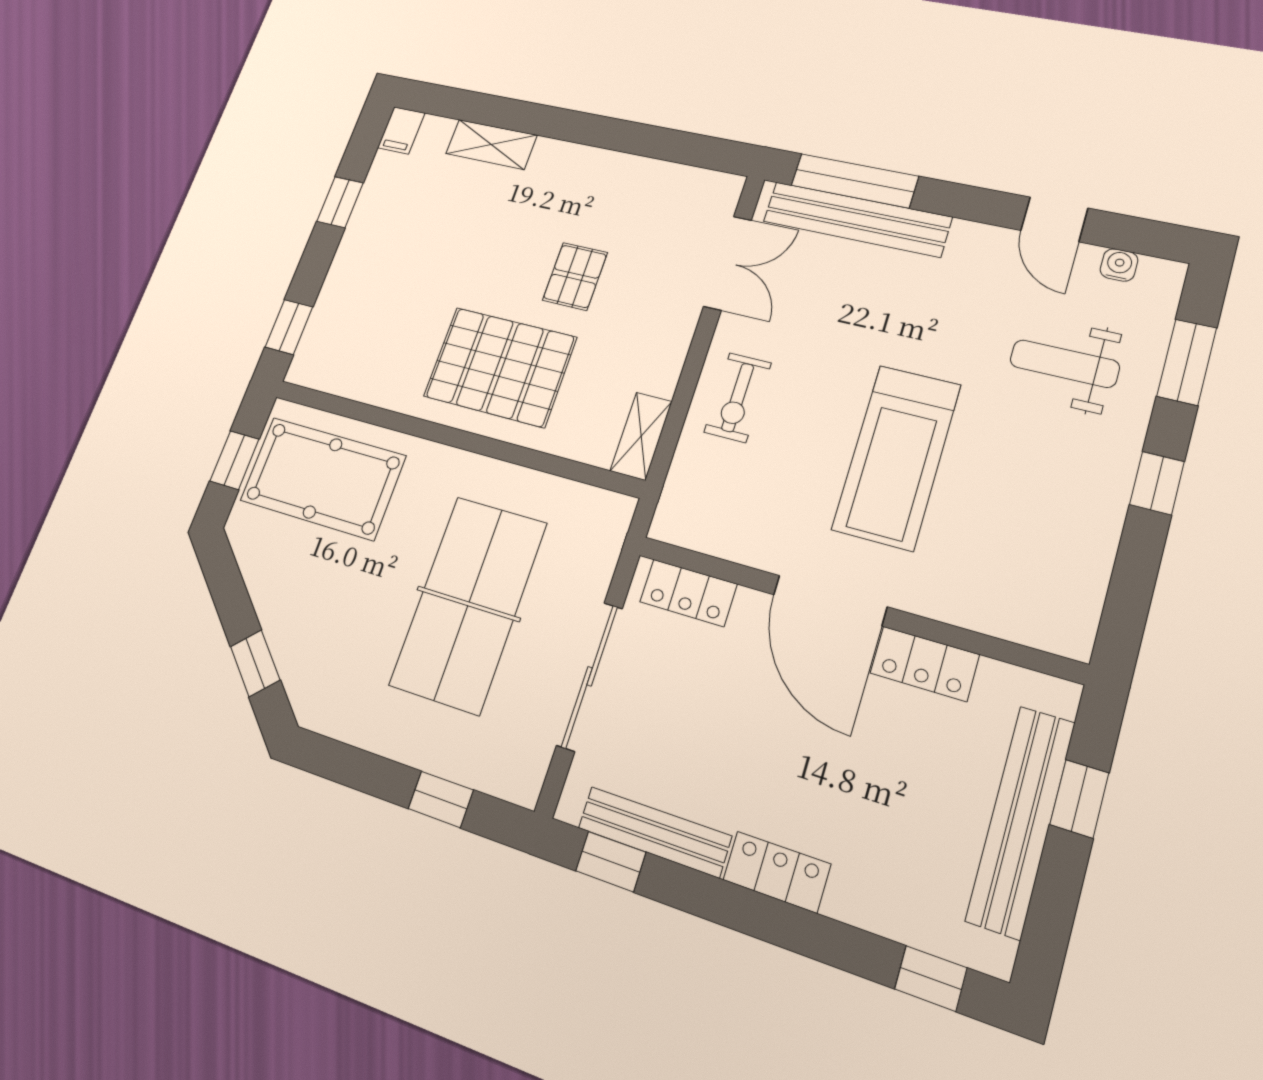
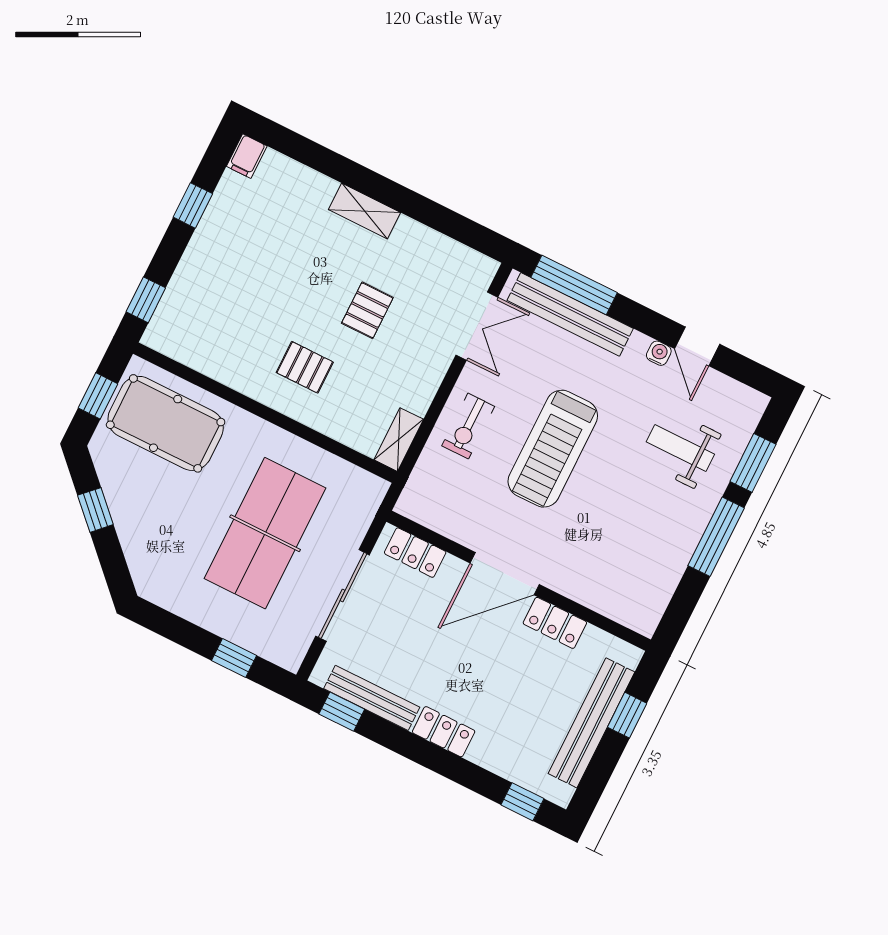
shelving: (491, 144) -> (364, 211), moved
water cooler: (1119, 265) -> (659, 353), moved
pallet: (500, 367) -> (305, 367), width x0.49, depth x0.50
treadmill: (896, 457) -> (553, 449), moved
window: (1157, 483) -> (716, 537), width x2.17
door: (830, 601) -> (505, 574), hinge flipped
window: (255, 663) -> (95, 510), moved

